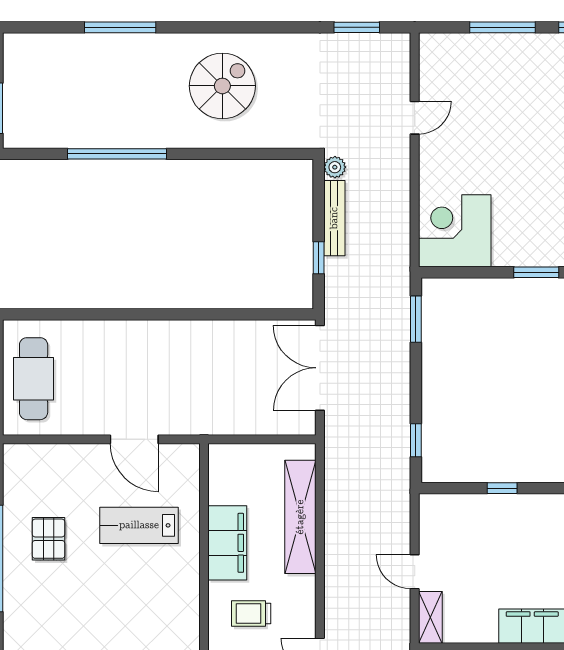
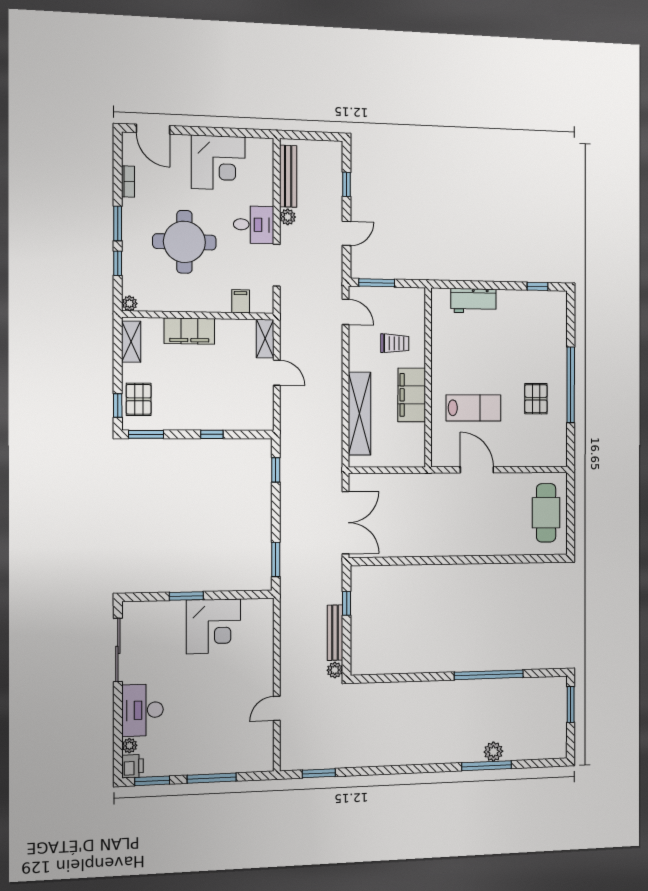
plant: (110, 47) -> (493, 752), added
spiral stairs: (222, 86) -> (415, 726), removed
corner desk: (455, 231) -> (213, 626), moved

